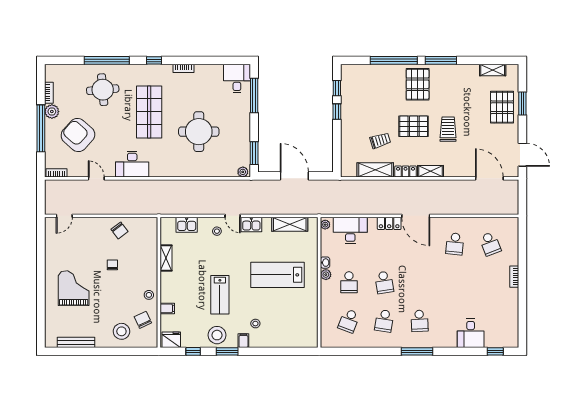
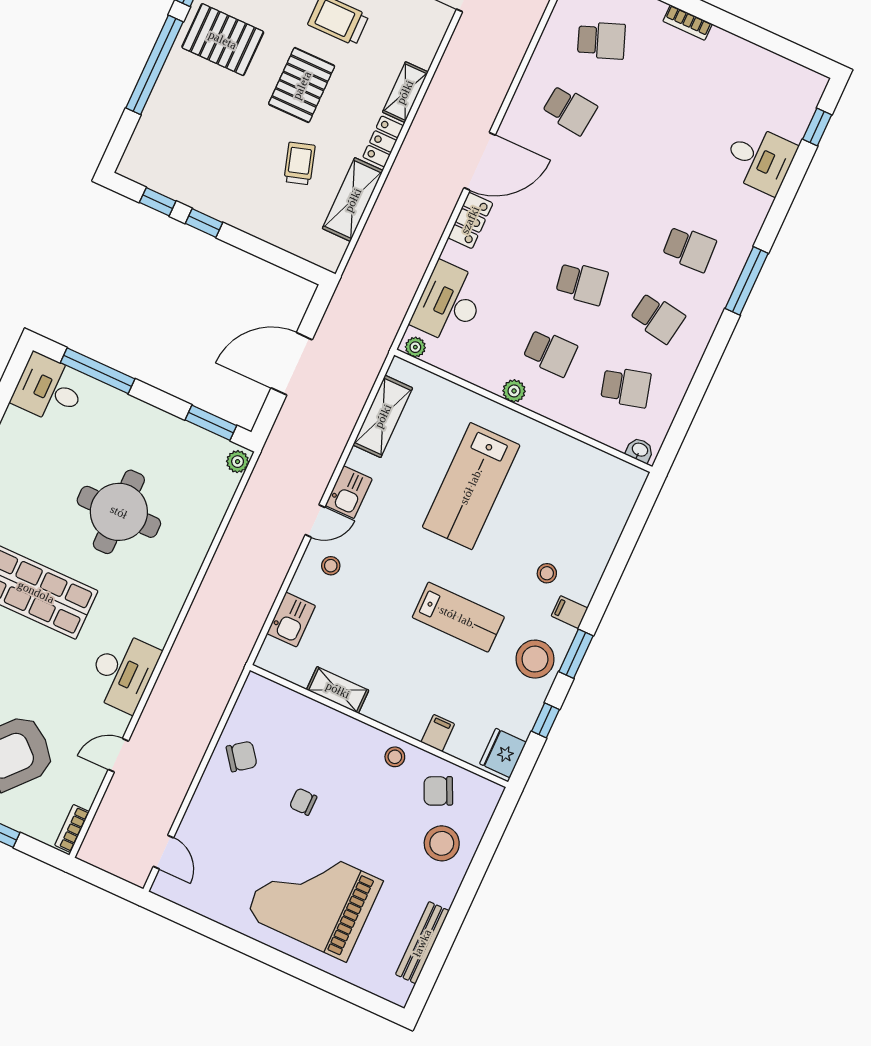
washbasin: (325, 263) -> (640, 450), moved
grand piano: (74, 288) -> (314, 898), width x1.37, depth x1.48
school desk: (349, 321) -> (626, 387), turned -36

